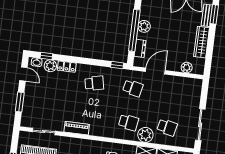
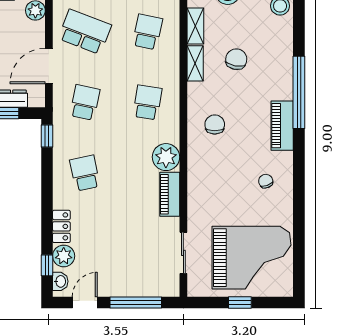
door: (155, 71) -> (49, 66), hinge flipped
school desk: (171, 93) -> (85, 32), added
window: (20, 102) -> (136, 303), width x1.44
plant: (145, 135) -> (166, 157), moved

